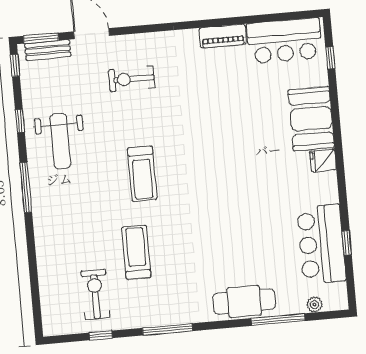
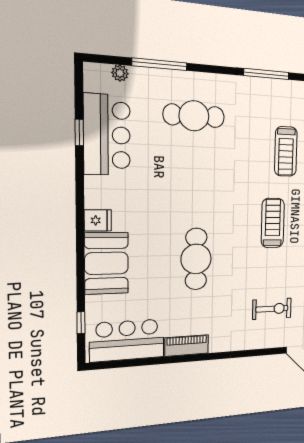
cafe table: (222, 129) -> (196, 259), added
cafe table: (244, 301) -> (194, 116), moved

